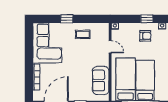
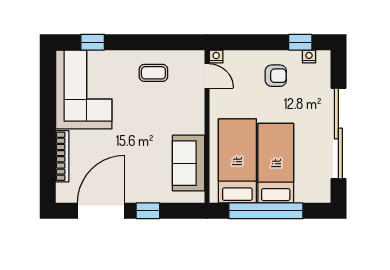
window: (67, 19) -> (93, 42), moved
window: (147, 19) -> (300, 42), moved
door: (110, 47) -> (207, 76), moved

